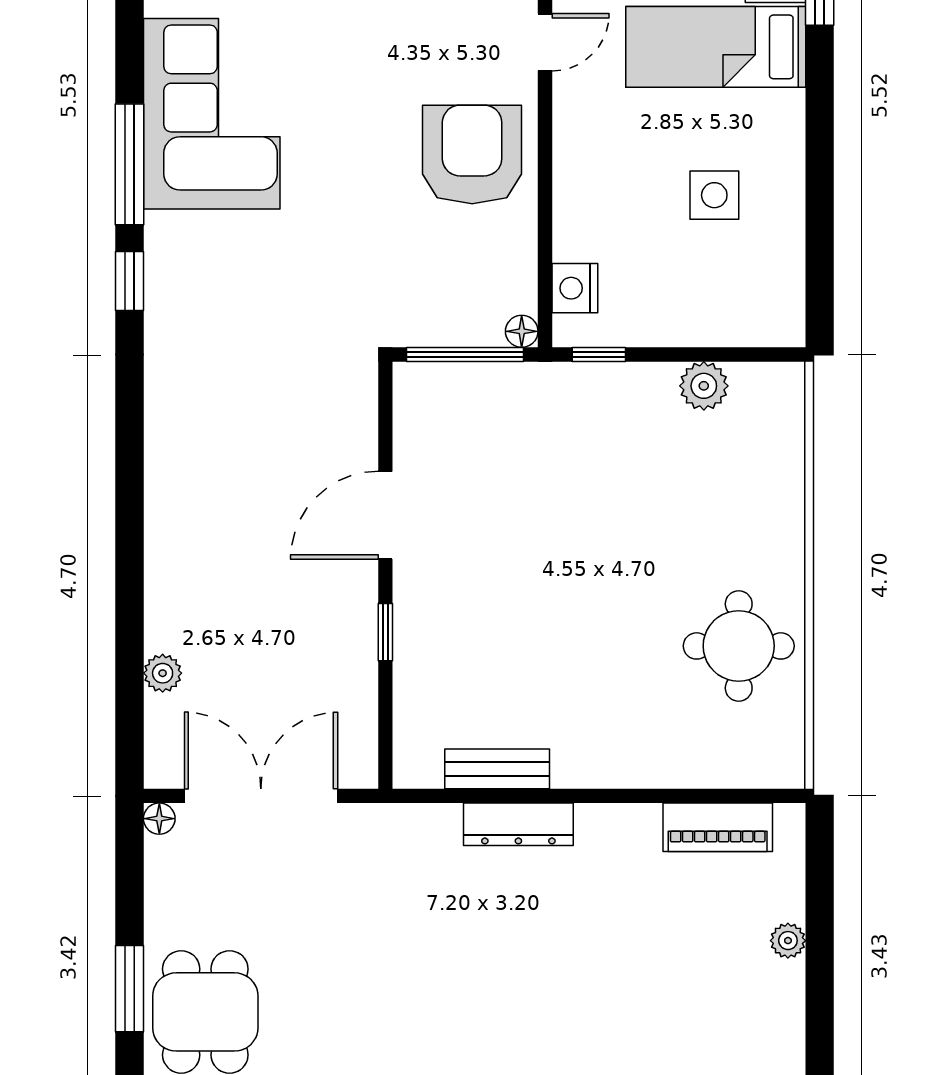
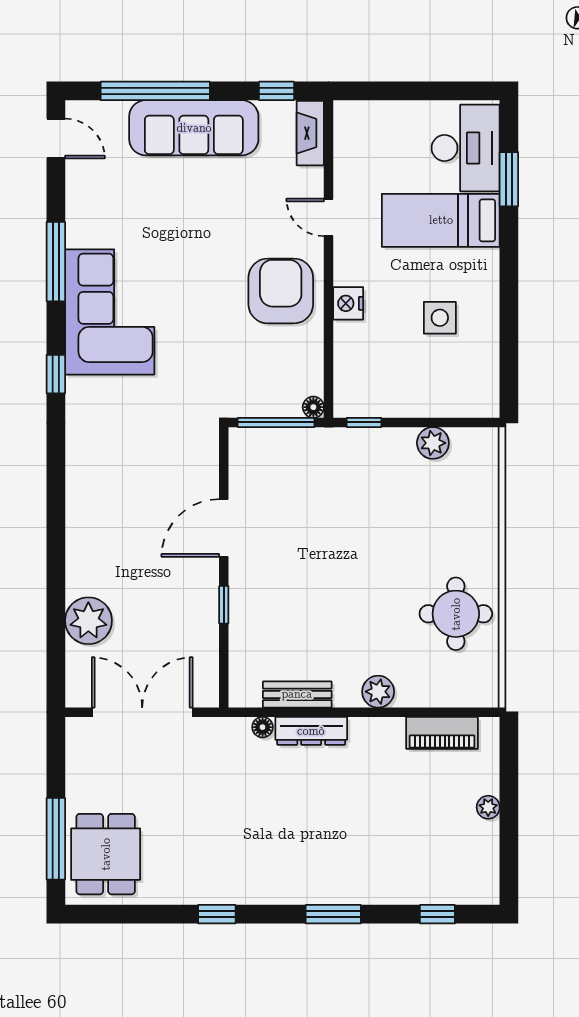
door: (545, 42) -> (329, 217), swing flipped
corner sofa: (212, 114) -> (110, 312), moved
window: (129, 164) -> (56, 262), moved
nightstand: (575, 288) -> (348, 303), moved
plant: (163, 673) -> (88, 621), width x1.87, depth x1.87
plant: (620, 765) -> (378, 692), added
floor lamp: (159, 819) -> (263, 727), moved
window: (129, 989) -> (56, 839), width x1.44

